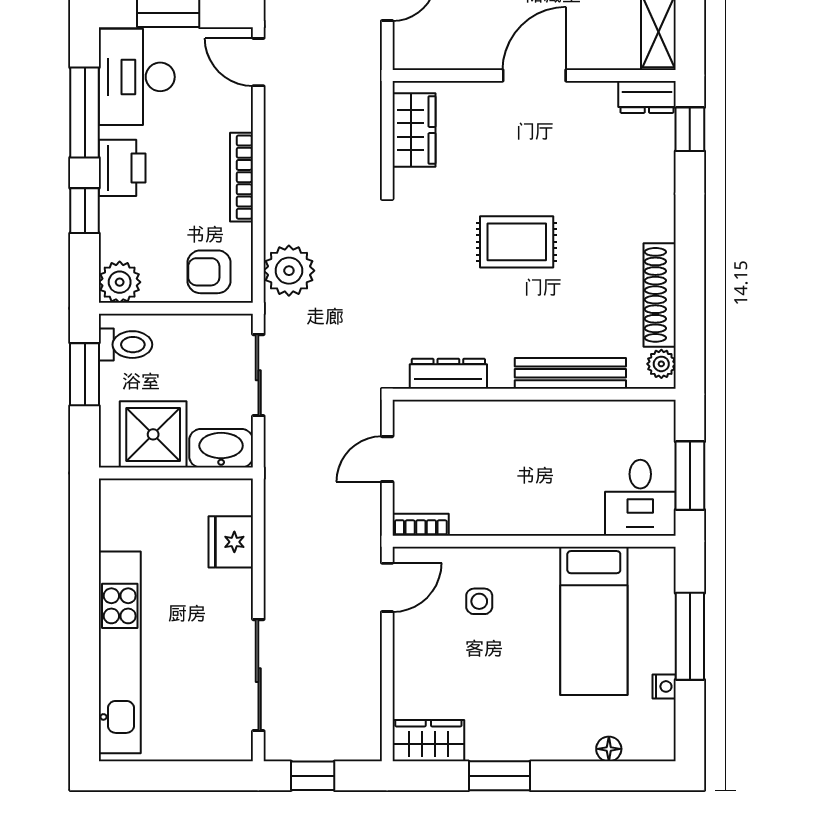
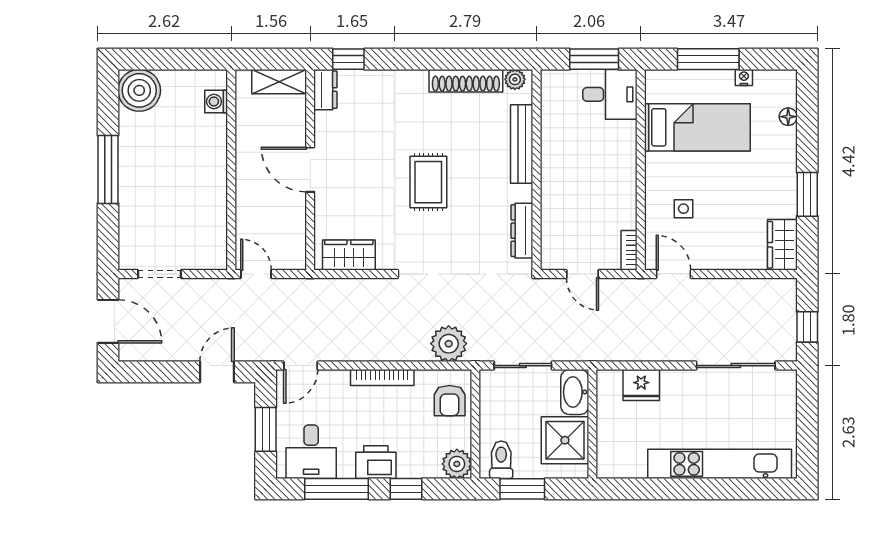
desk: (137, 77) -> (311, 452), width x0.73

